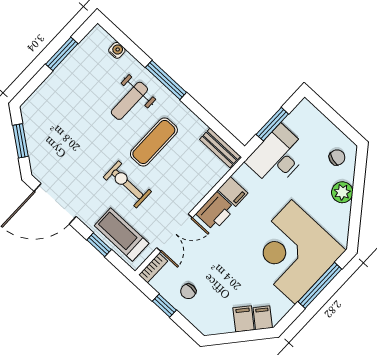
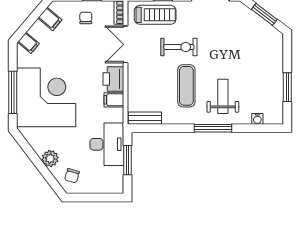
filing cabinet: (244, 319) -> (50, 19), moved

